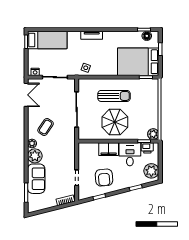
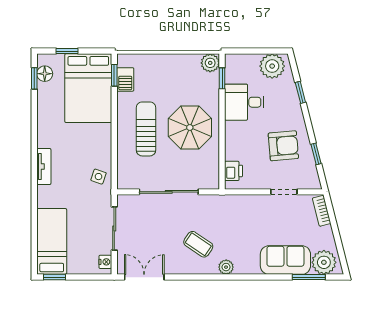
barbecue: (143, 84) -> (125, 79), added
printer: (147, 148) -> (234, 171), moved
filing cabinet: (109, 149) -> (236, 138), removed
plant: (35, 156) -> (324, 262), moved

